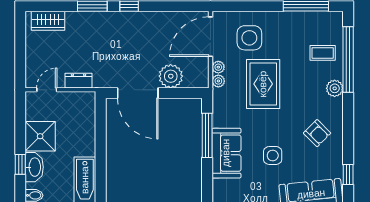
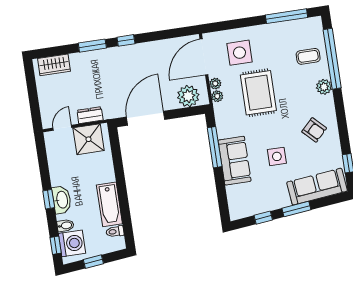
plant: (171, 76) -> (188, 96), moved
door: (138, 93) -> (146, 118), swing flipped
shower: (40, 136) -> (89, 139), moved

